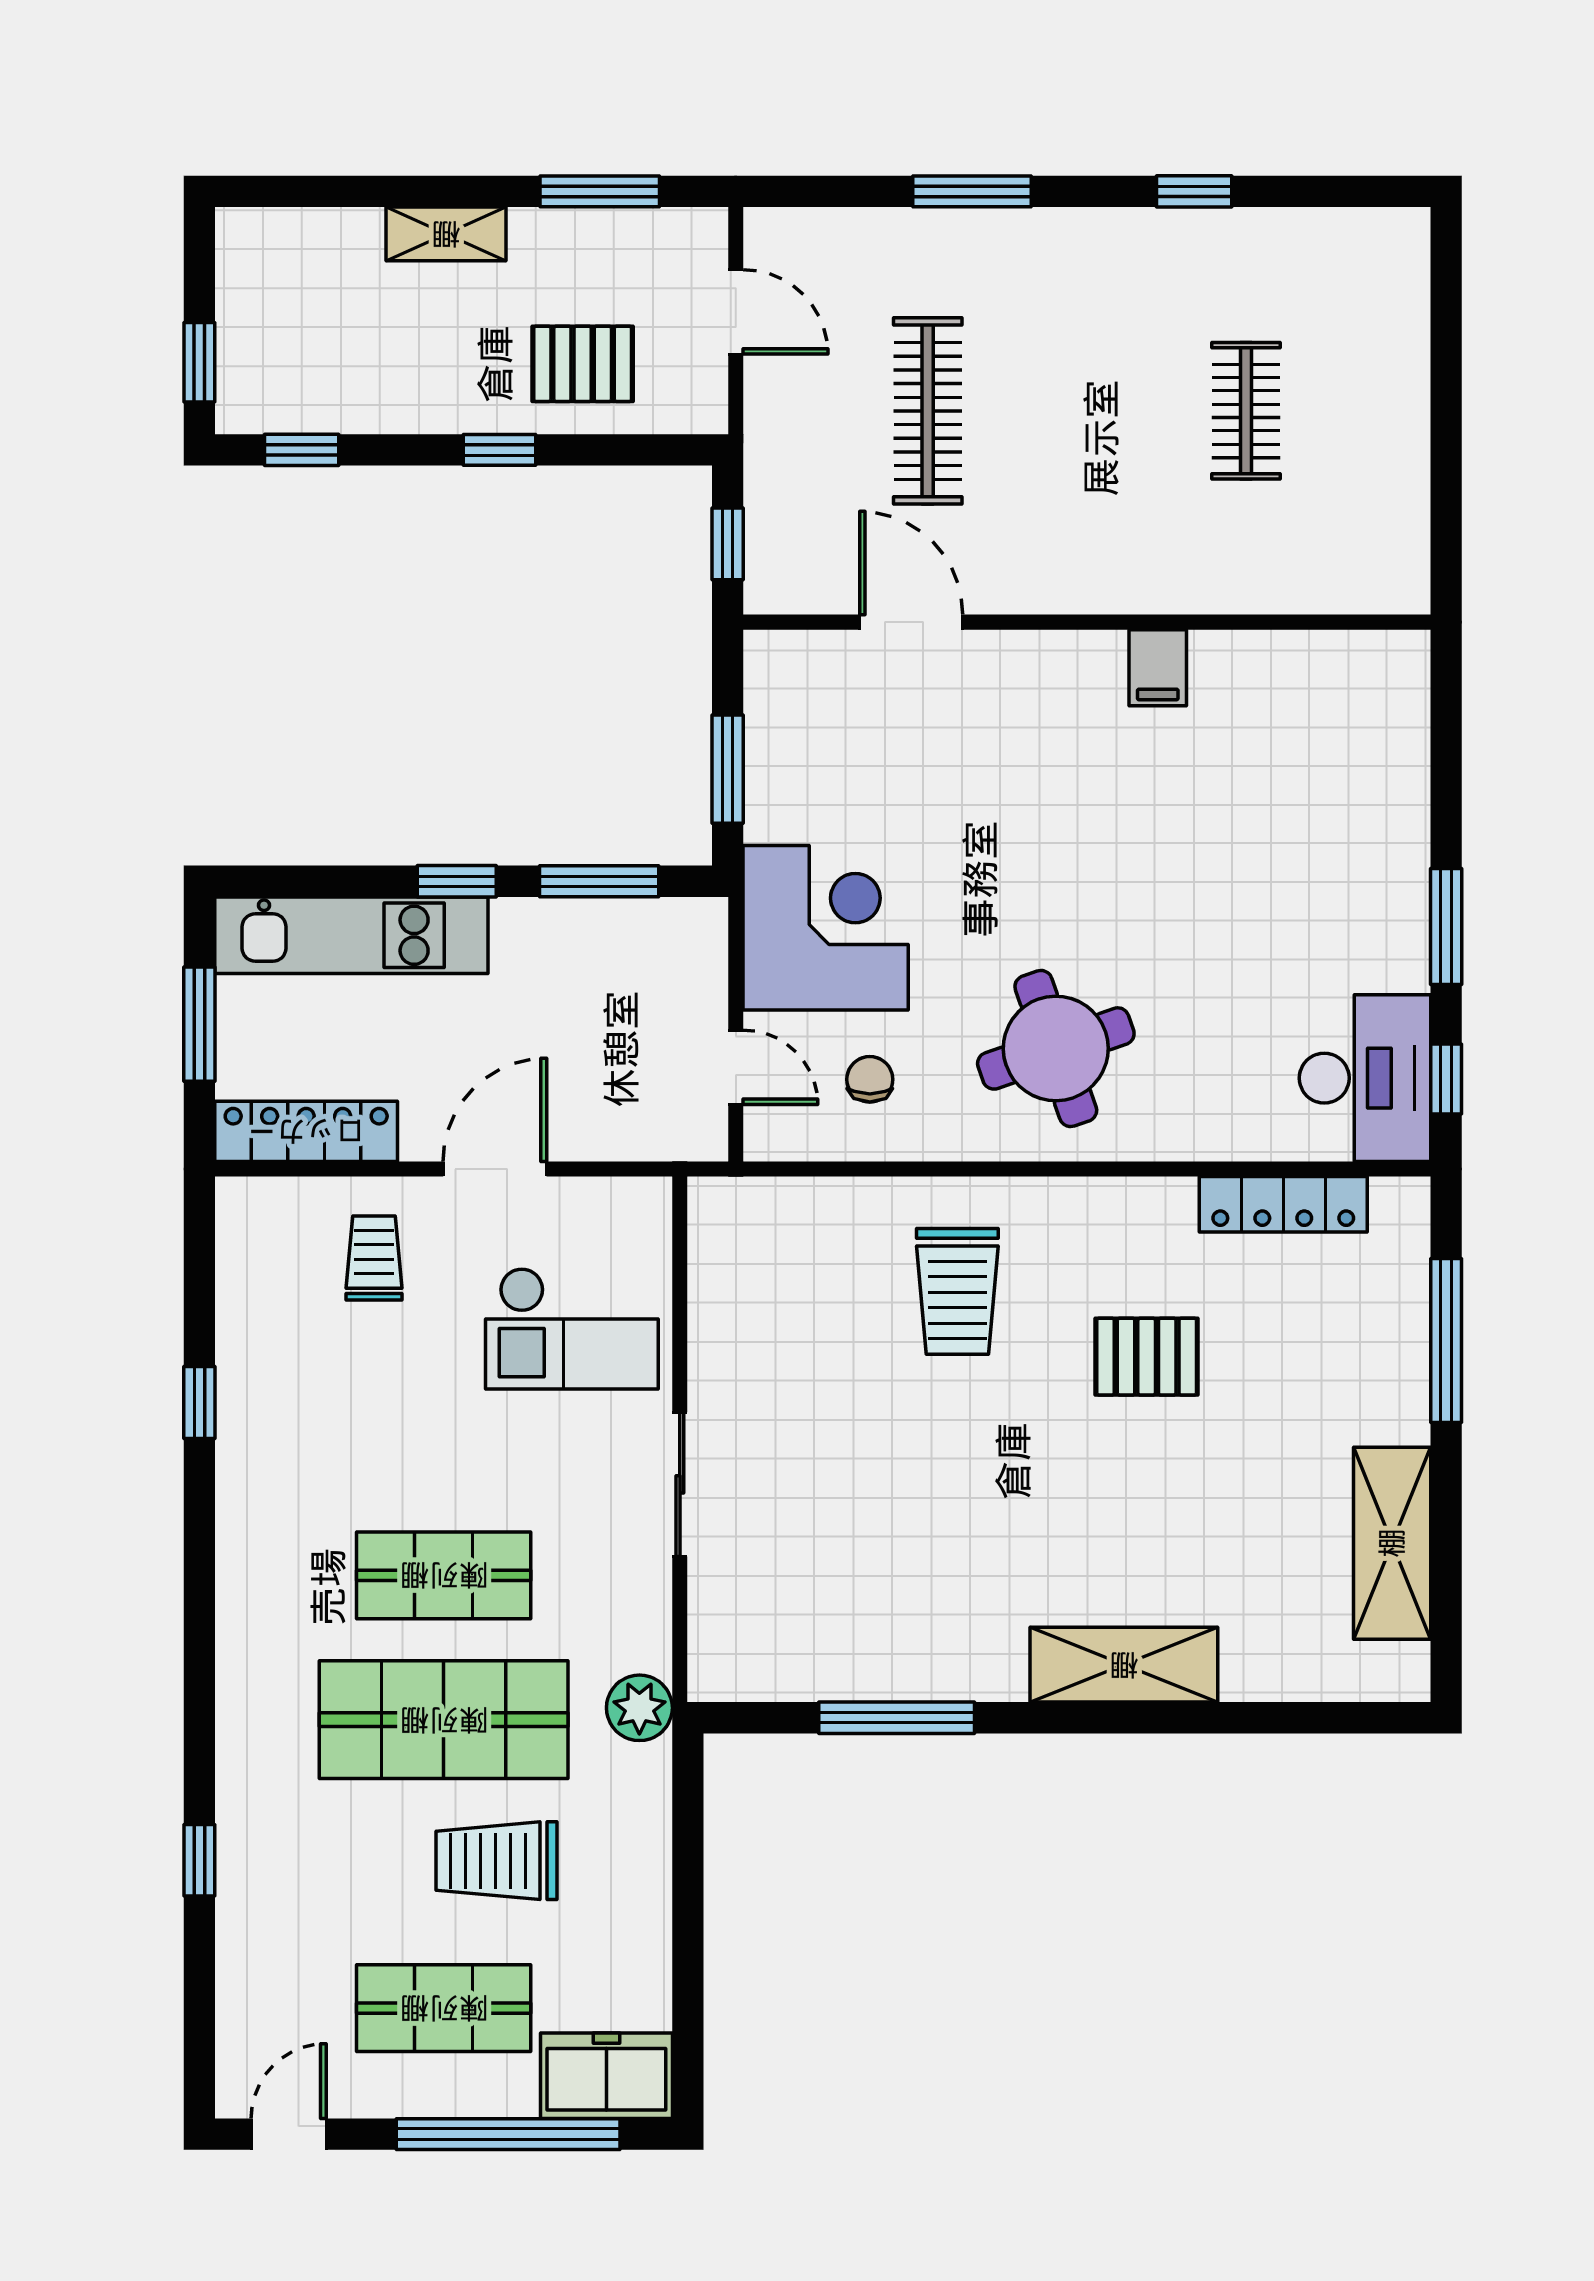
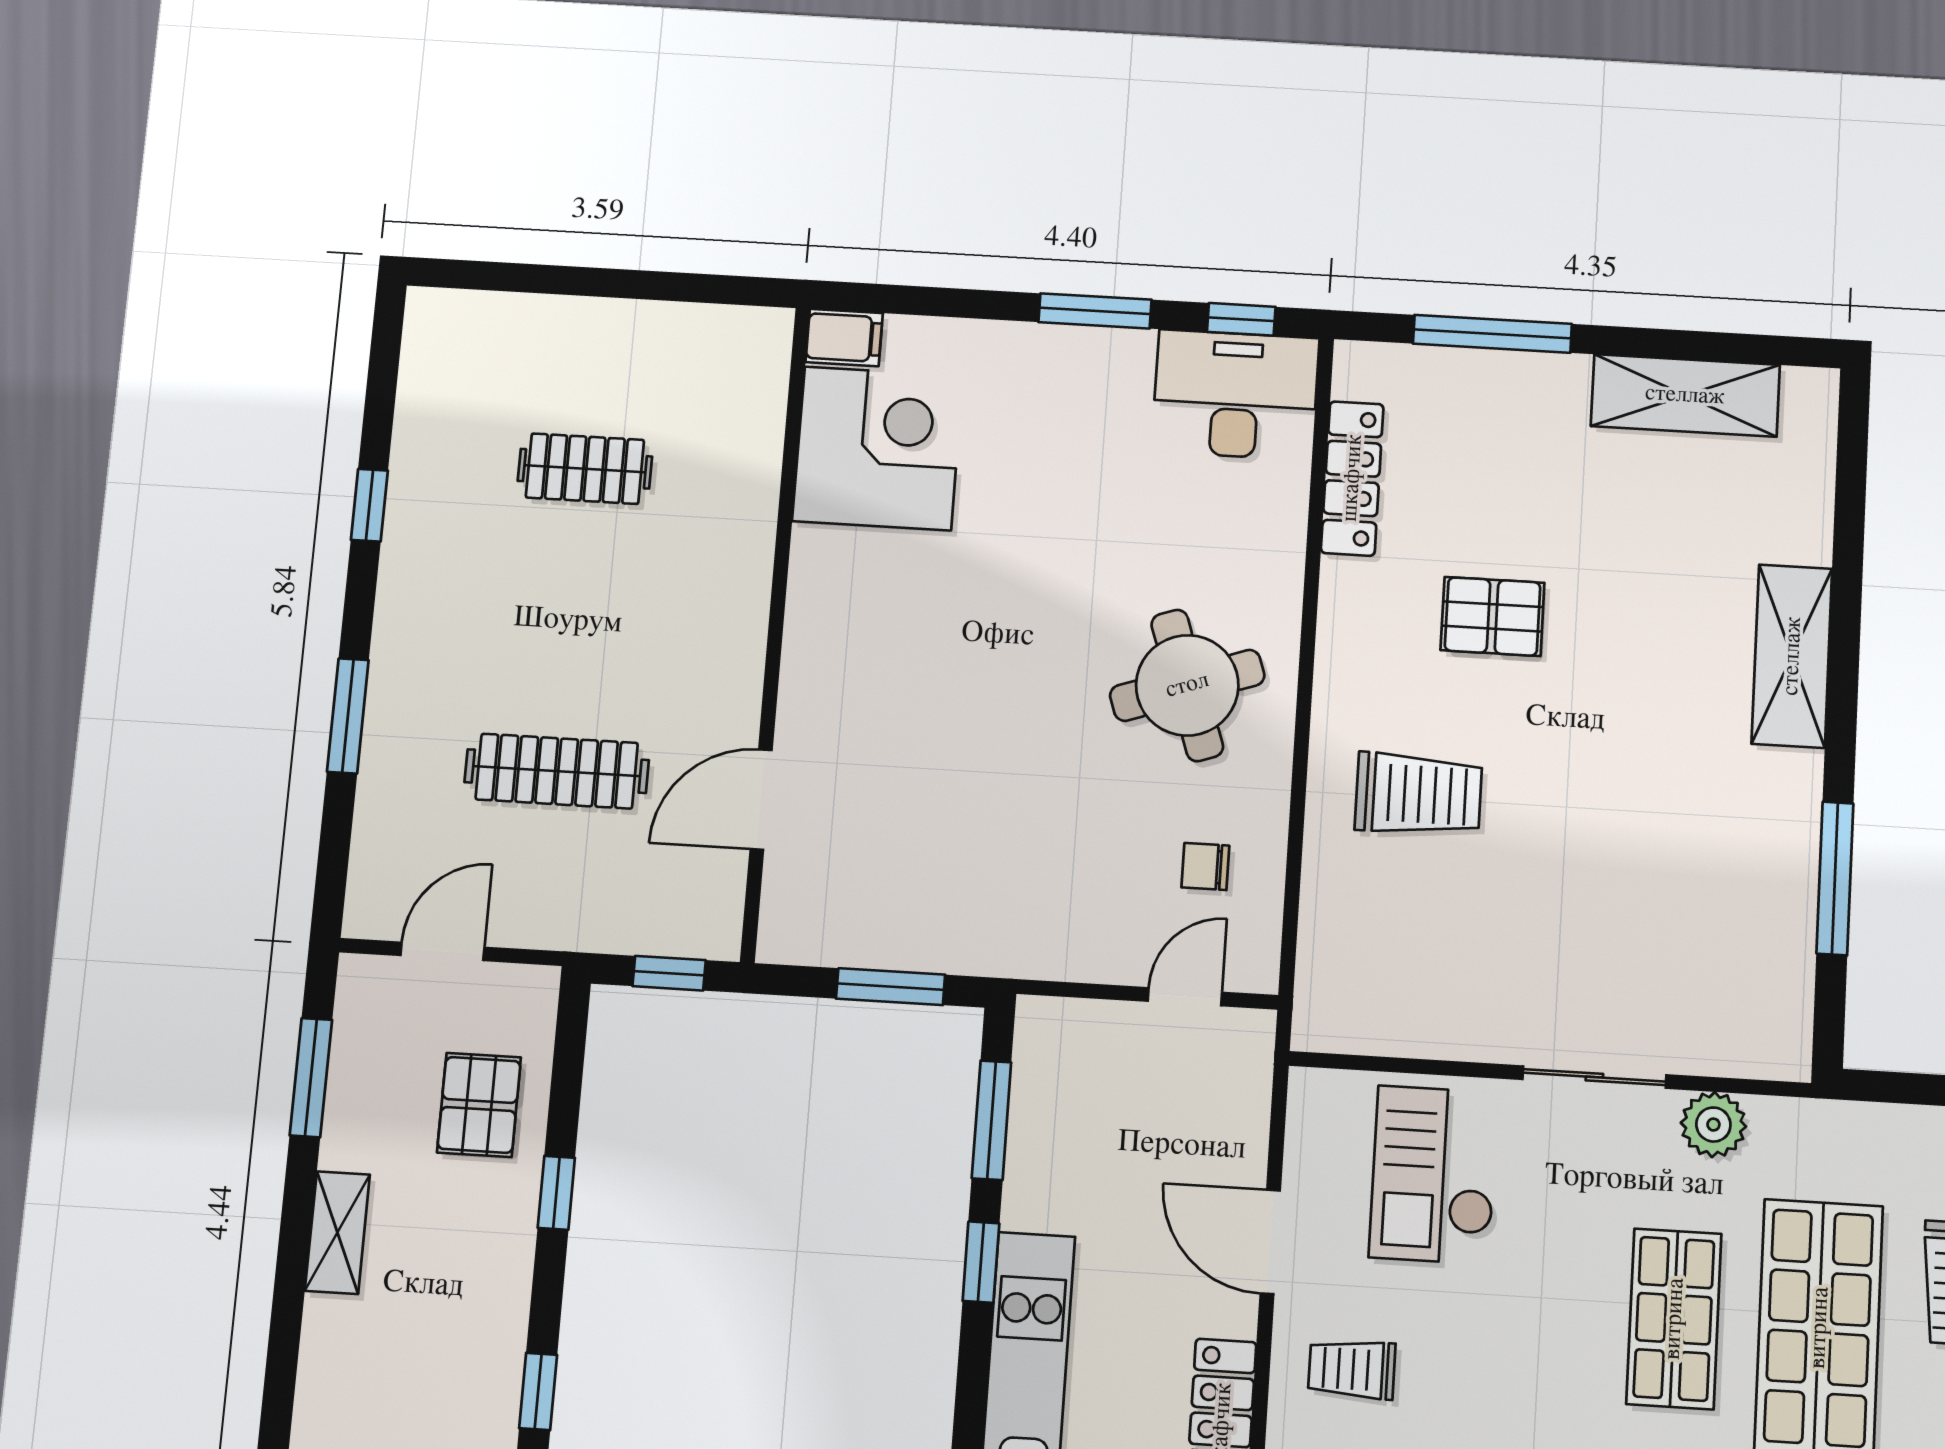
filing cabinet: (1158, 668) -> (844, 338), moved
corner desk: (826, 928) -> (878, 448), moved, turned 90
checkout: (572, 1328) -> (1434, 1175), turned 180
pallet: (1147, 1357) -> (1493, 616), turned 90
plant: (639, 1708) -> (1713, 1125), moved

